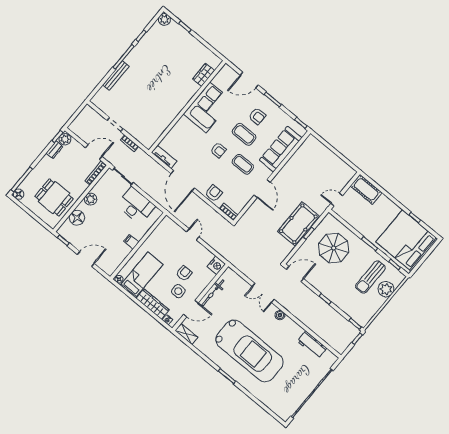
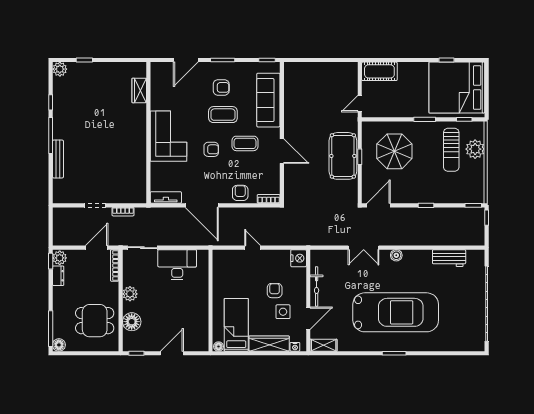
corner sofa: (208, 107) -> (168, 136), moved
filing cabinet: (131, 242) -> (201, 302), removed

